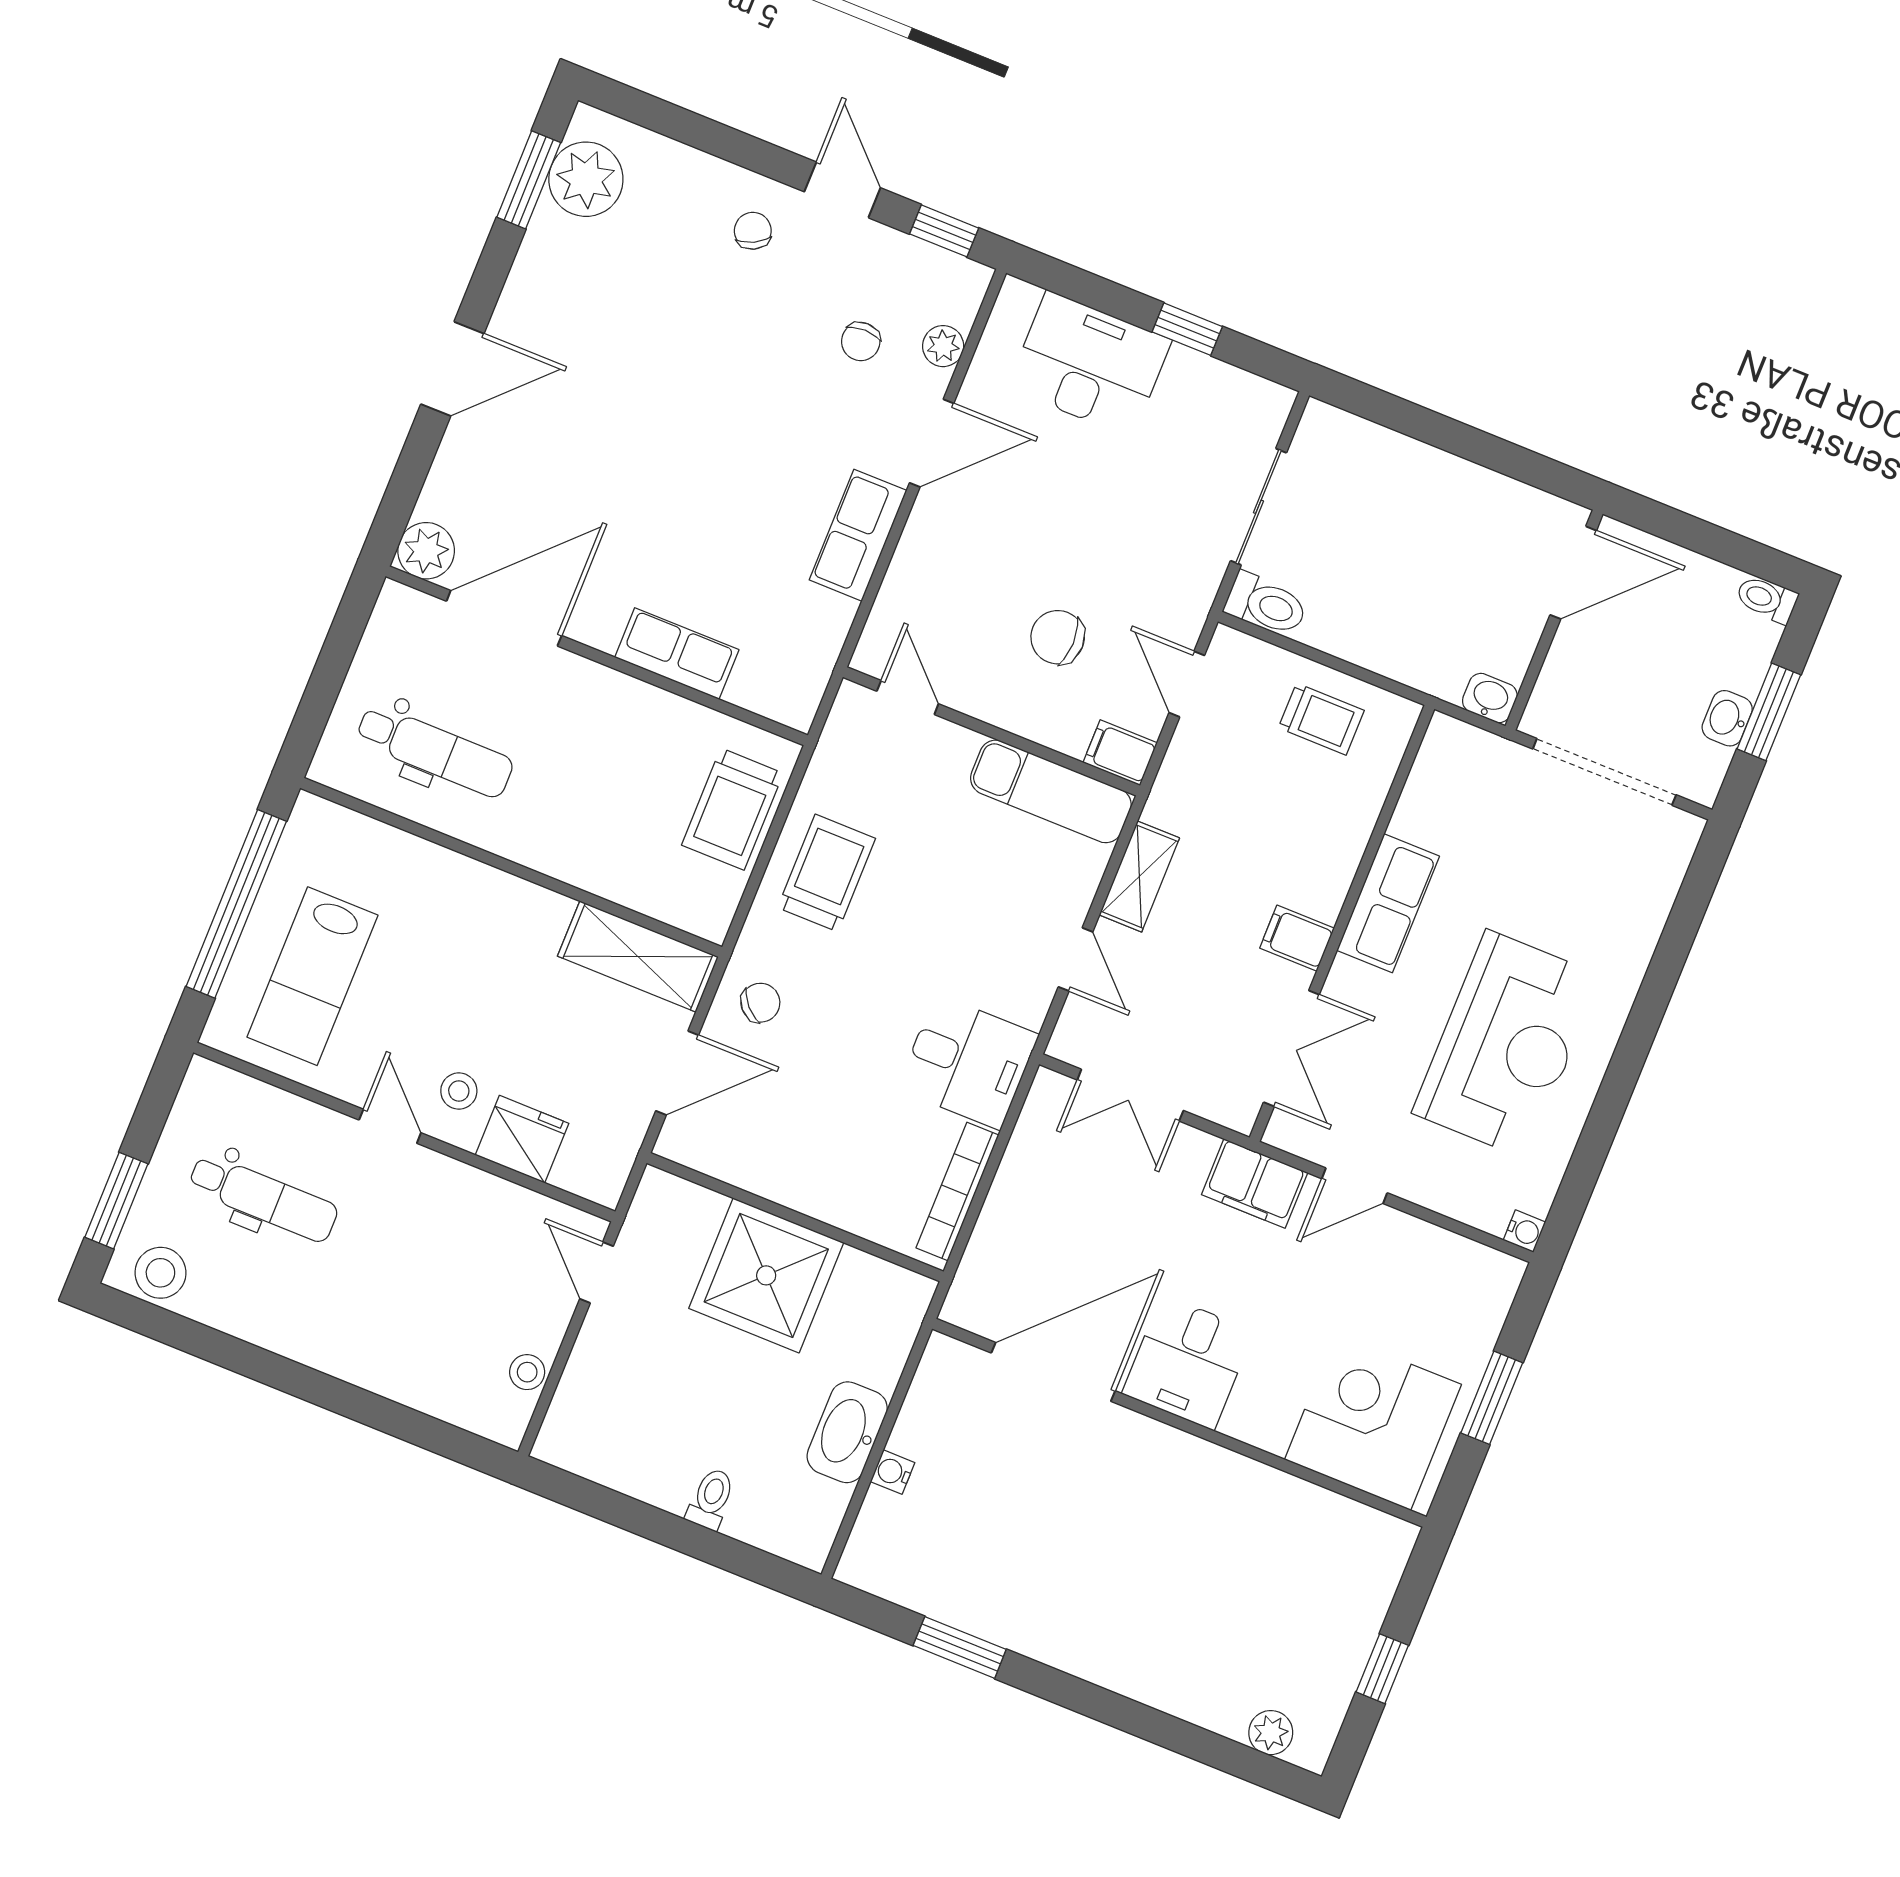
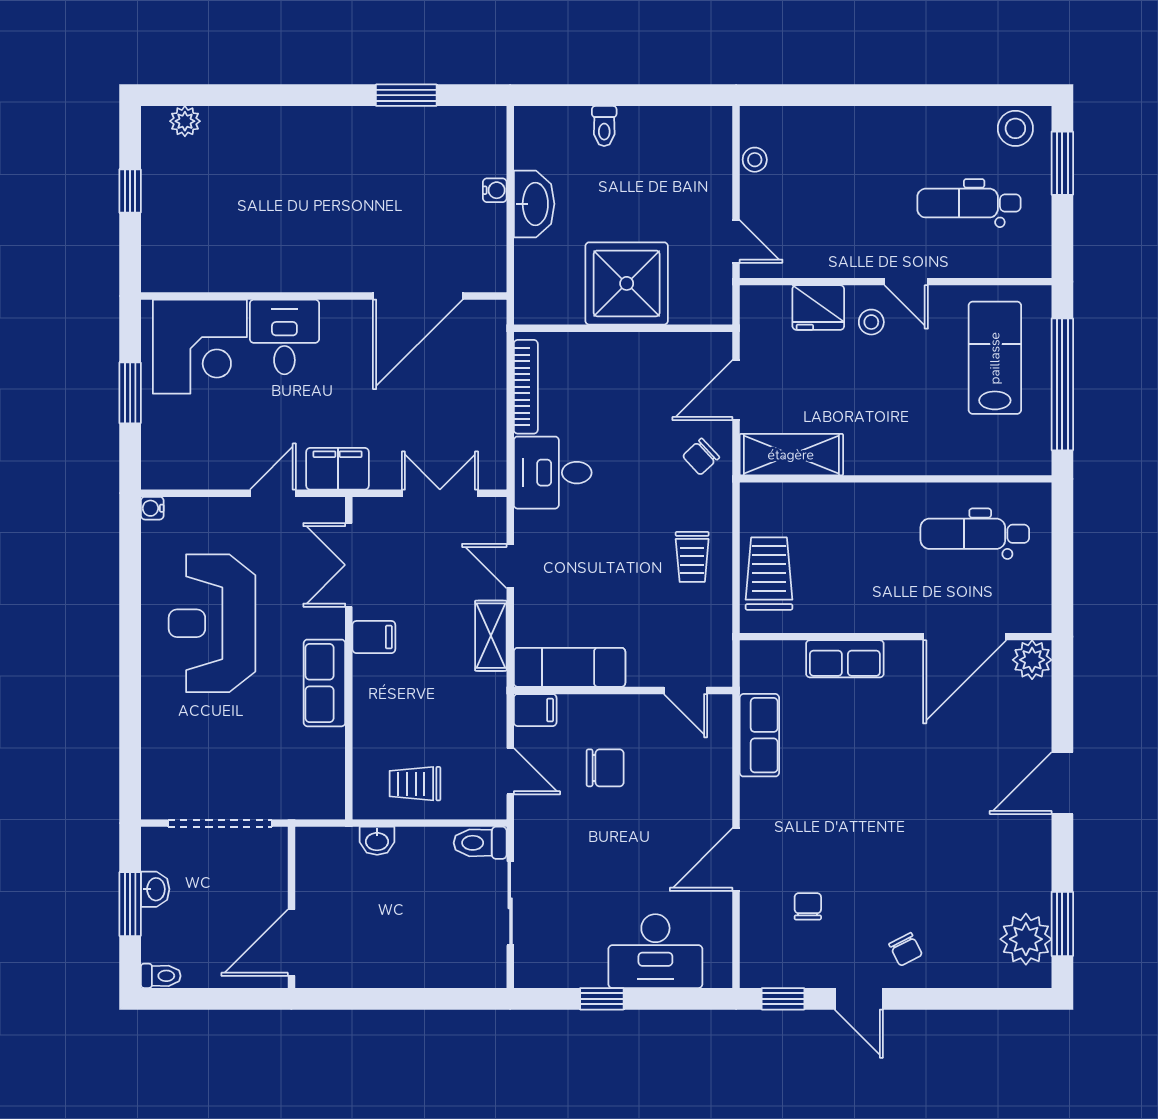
plant: (943, 346) -> (754, 925), removed
row of seats: (858, 535) -> (759, 735), moved
washbasin: (1490, 698) -> (377, 841), moved
trolley: (826, 873) -> (692, 557), width x0.73, depth x0.72
desk: (1188, 1362) -> (284, 337), moved

